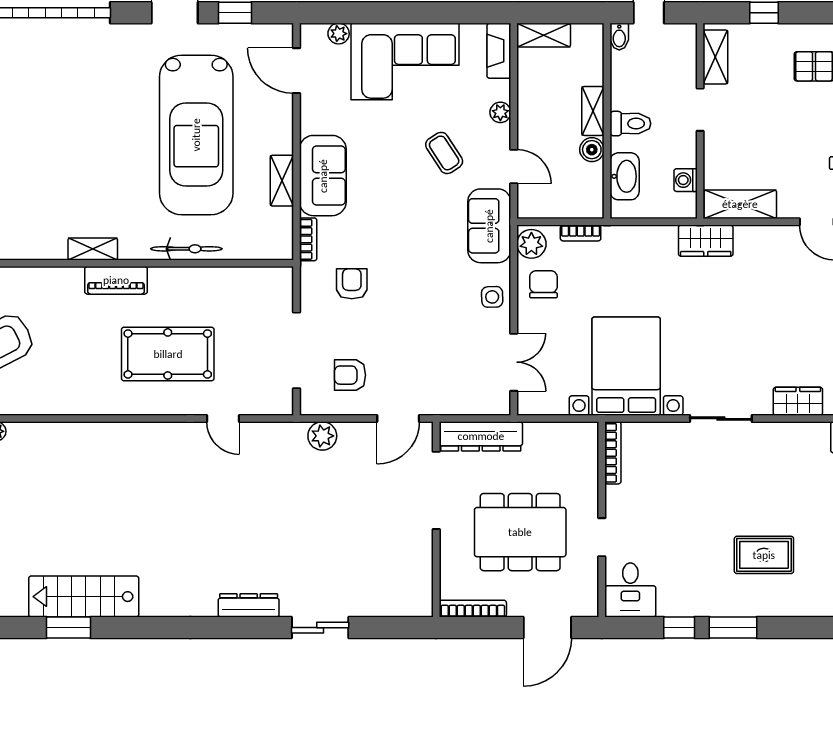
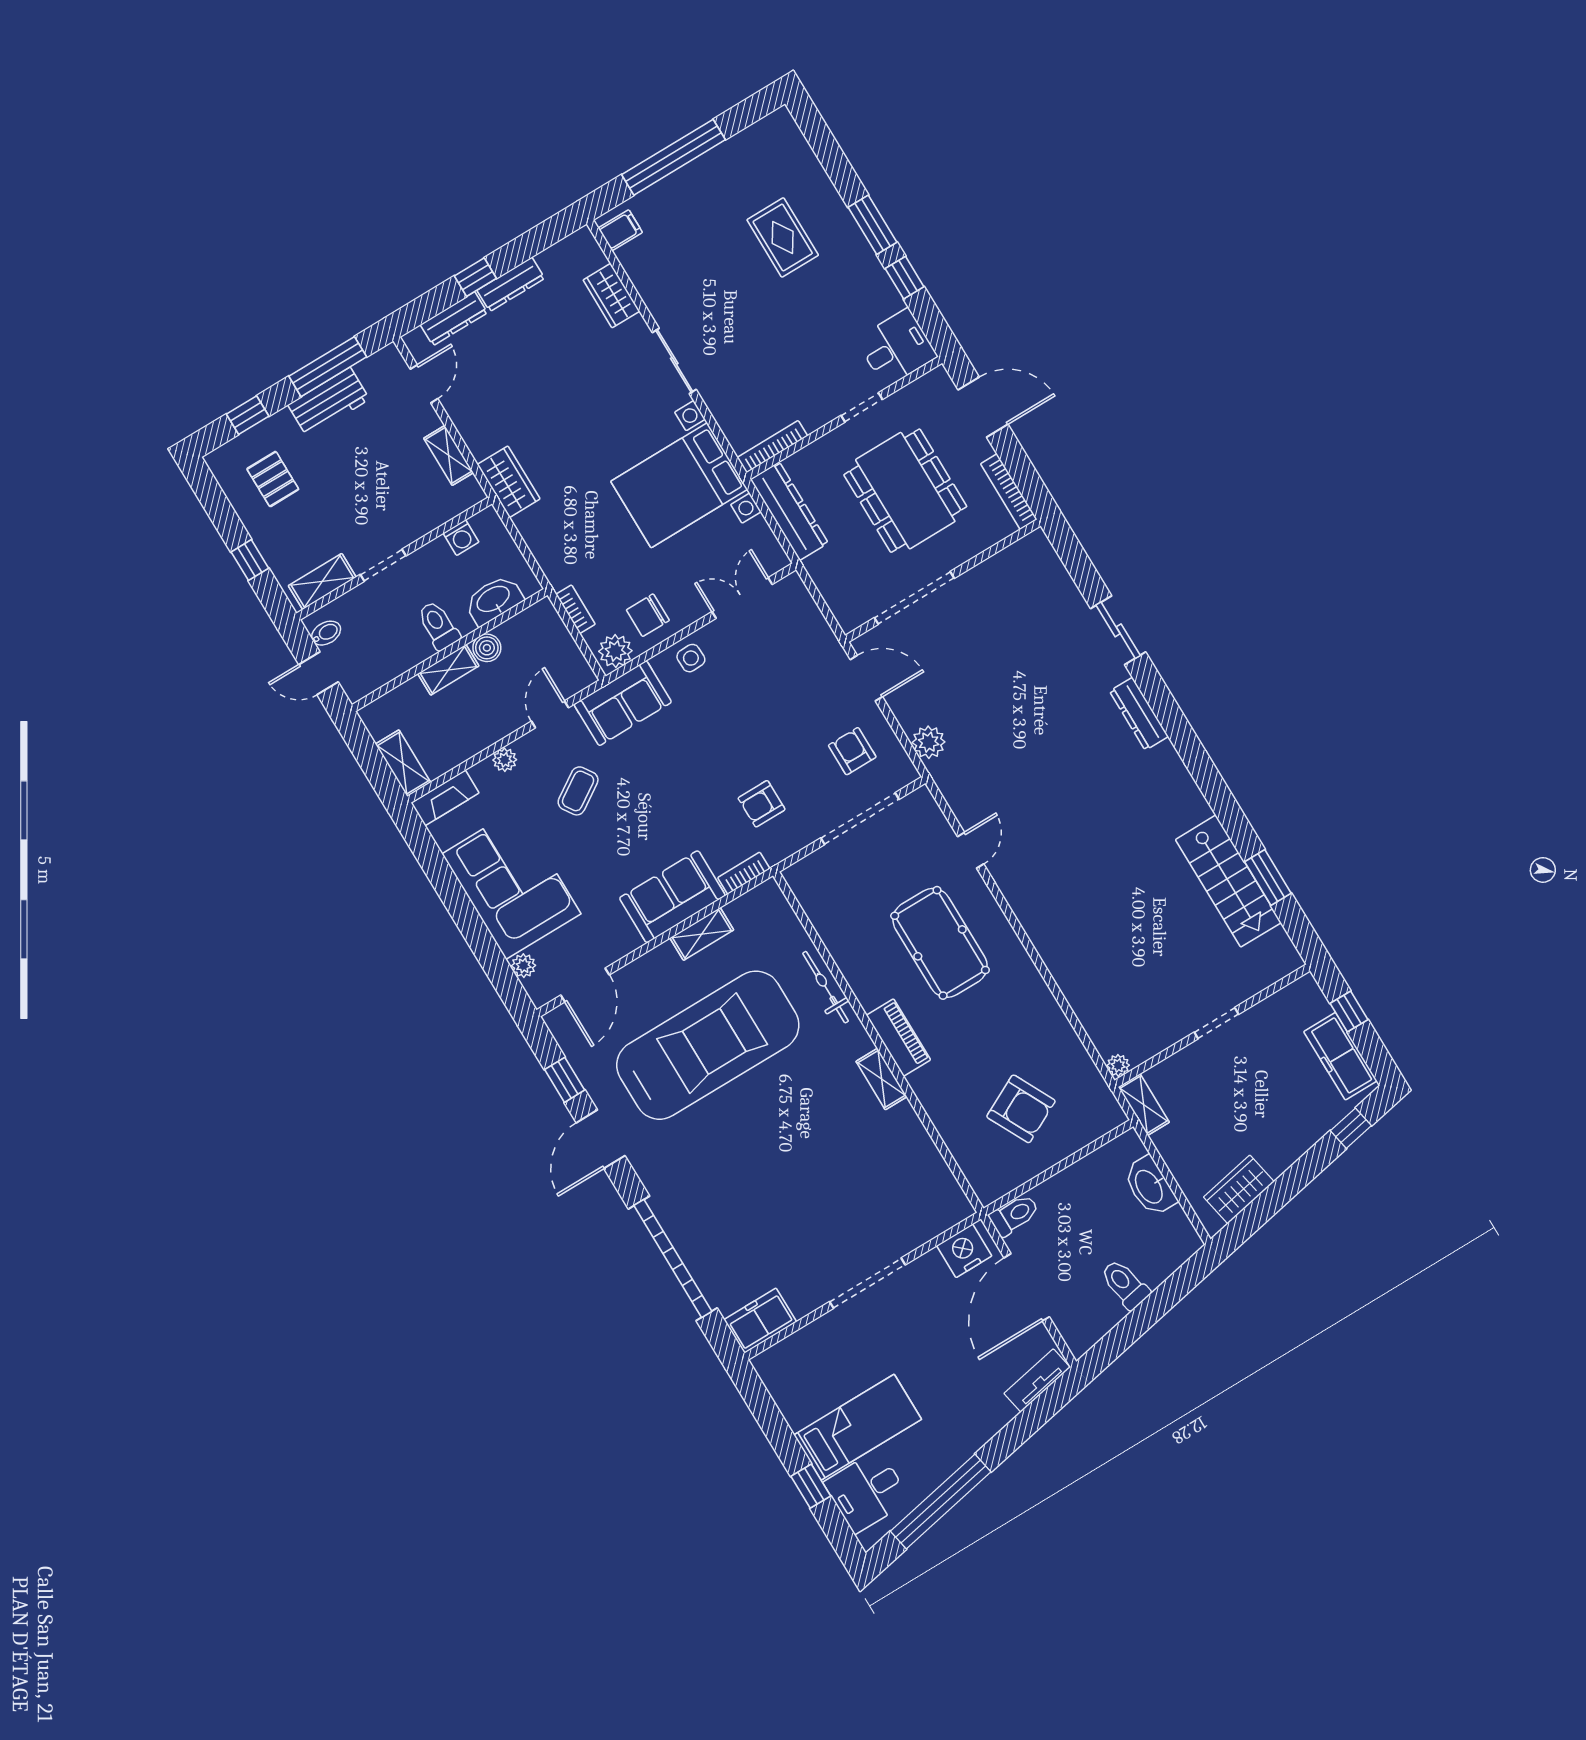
bidet: (619, 37) -> (326, 633), moved
shelving: (740, 204) -> (449, 455), width x0.67, depth x0.75
armchair: (350, 375) -> (852, 751), turned 180
dresser: (481, 436) -> (789, 511), moved

